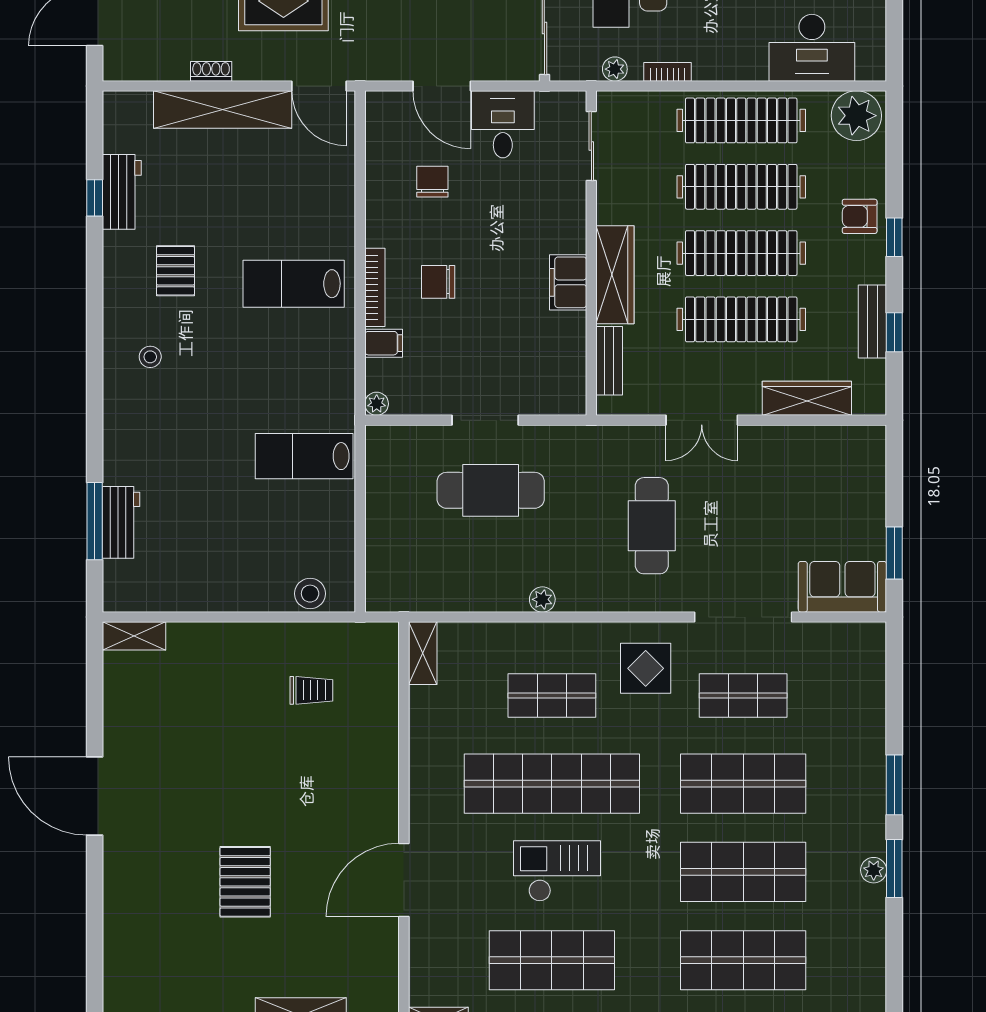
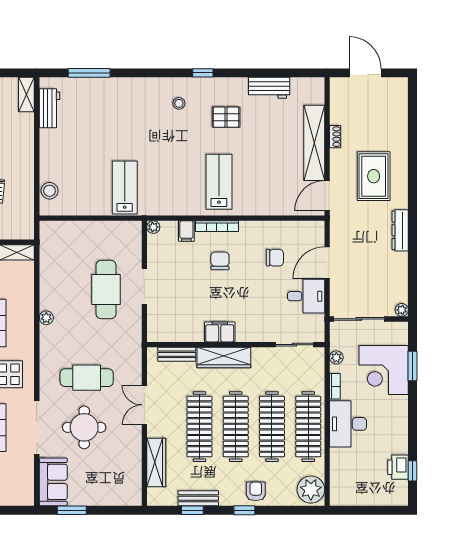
desk: (812, 48) -> (348, 424), moved
window: (95, 198) -> (203, 73), moved
workbench: (121, 522) -> (49, 108), moved, turned -90
round table: (743, 530) -> (84, 427), added

